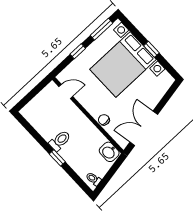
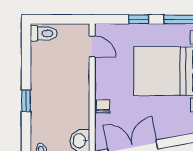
toilet: (60, 141) -> (44, 33), moved

